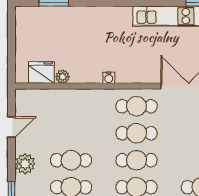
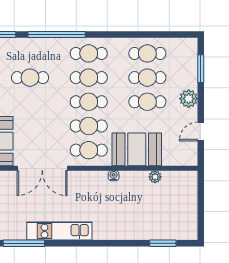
fridge: (41, 73) -> (174, 180), removed
booth: (83, 107) -> (137, 149), added

